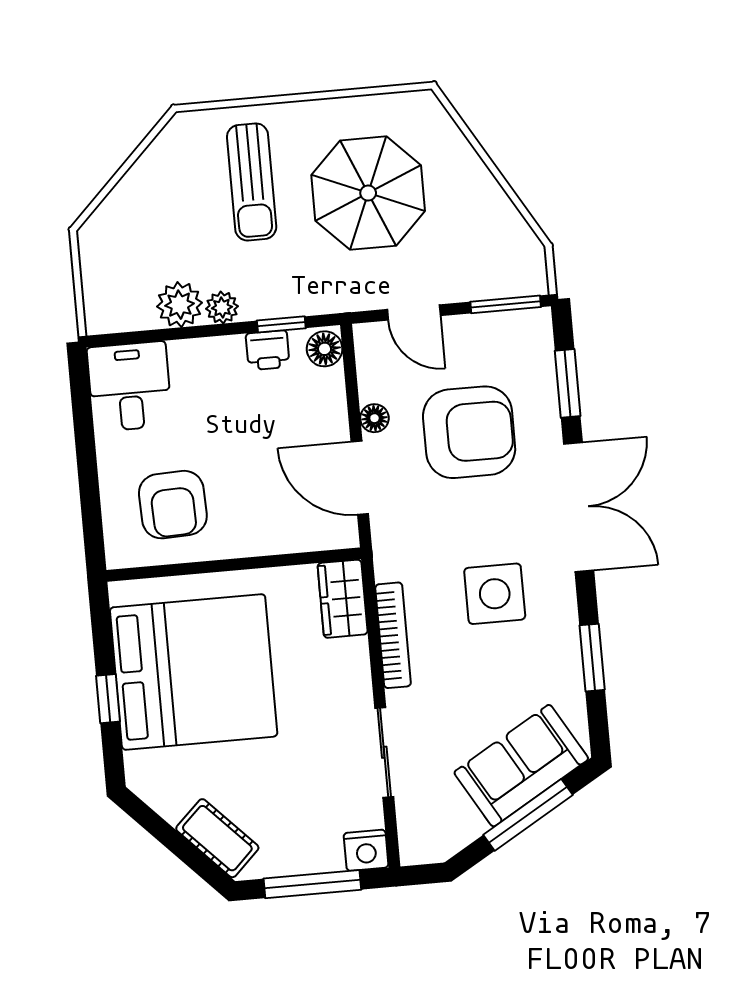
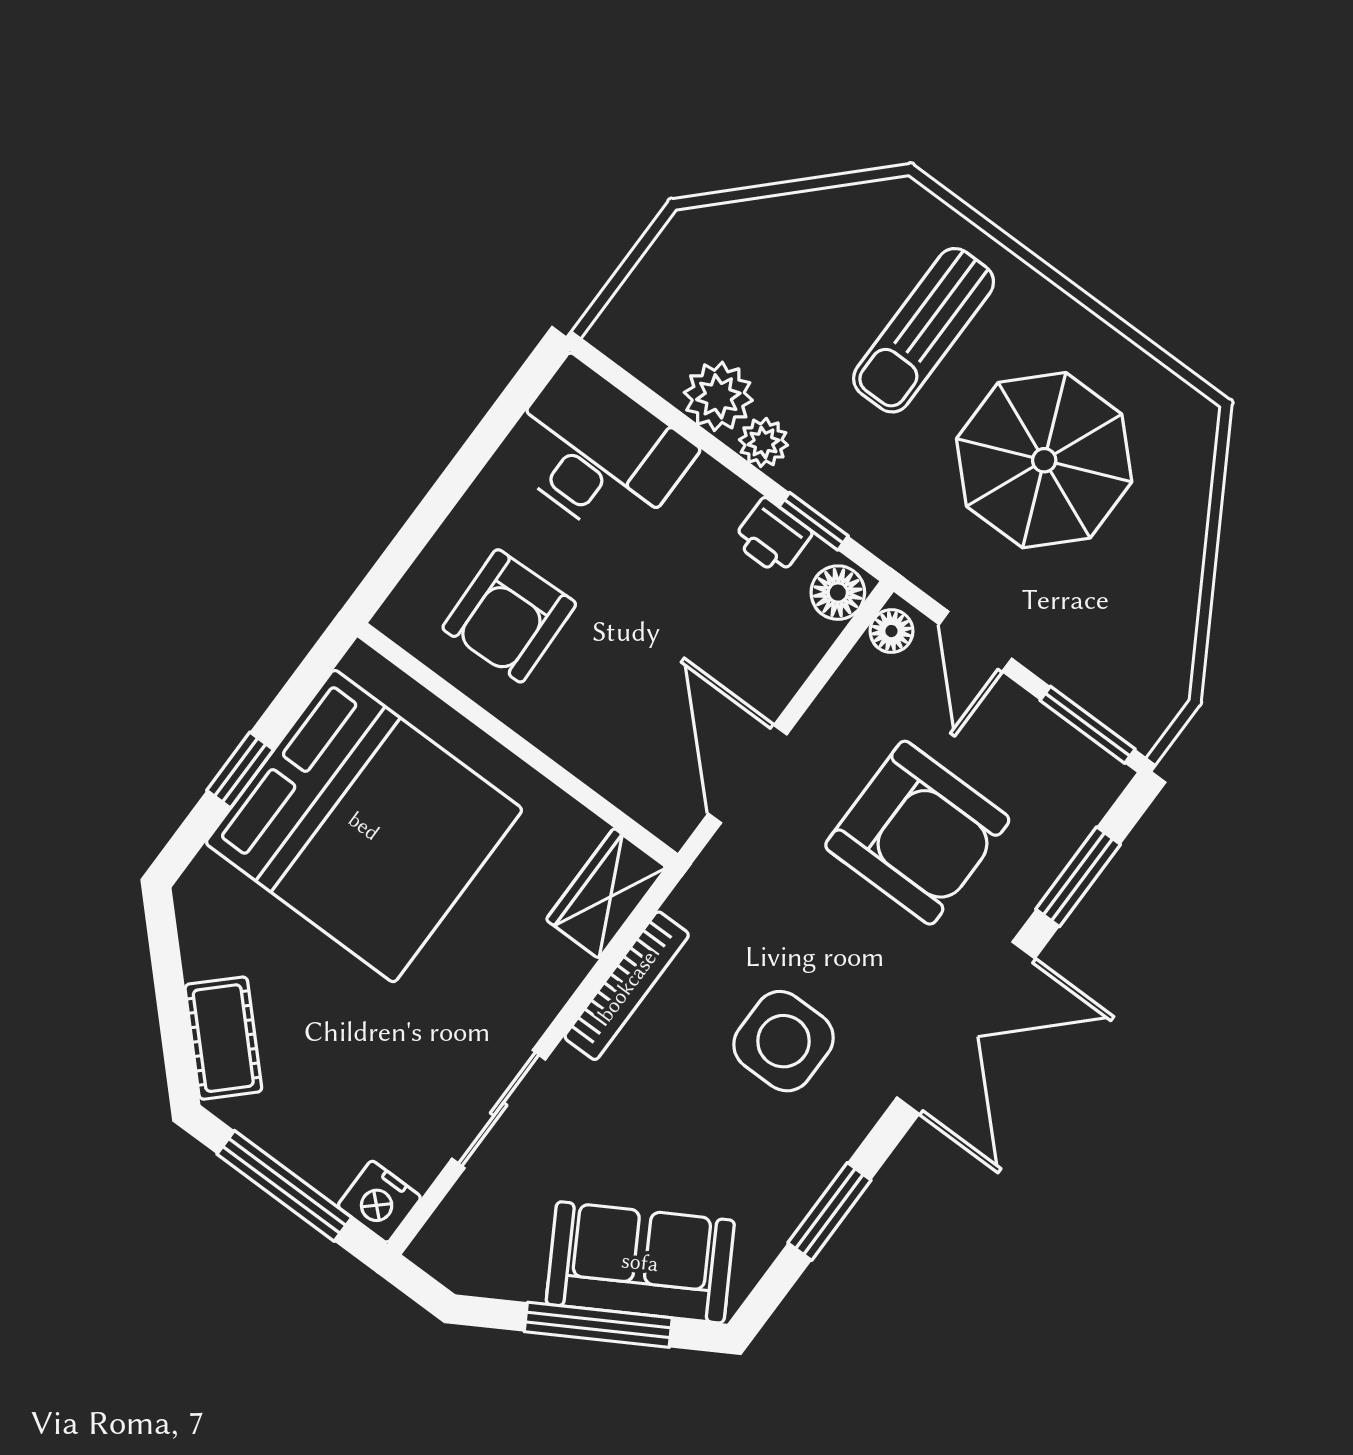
desk: (130, 387) -> (597, 452), width x1.37
floor lamp: (374, 418) -> (891, 631), moved

